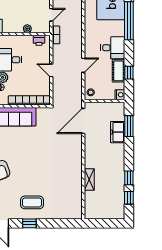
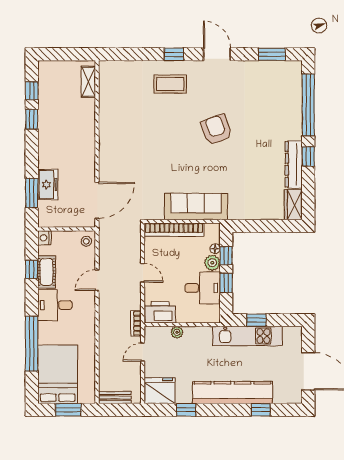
printer: (39, 40) -> (160, 312), width x1.87, depth x1.48
shelving: (89, 179) -> (88, 82), moved

